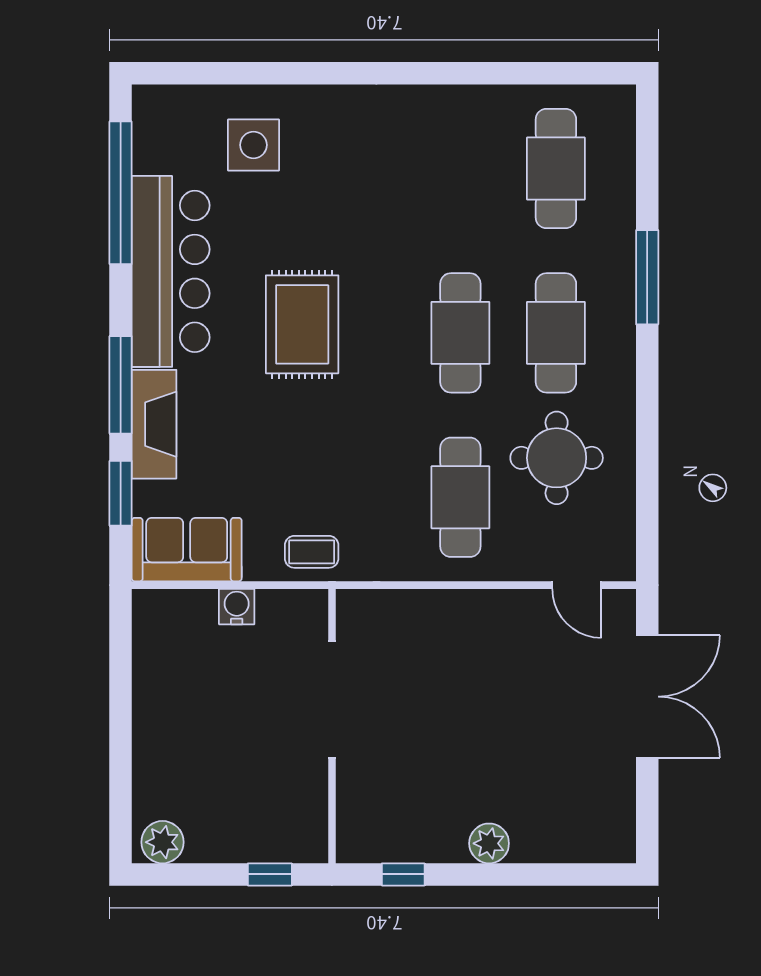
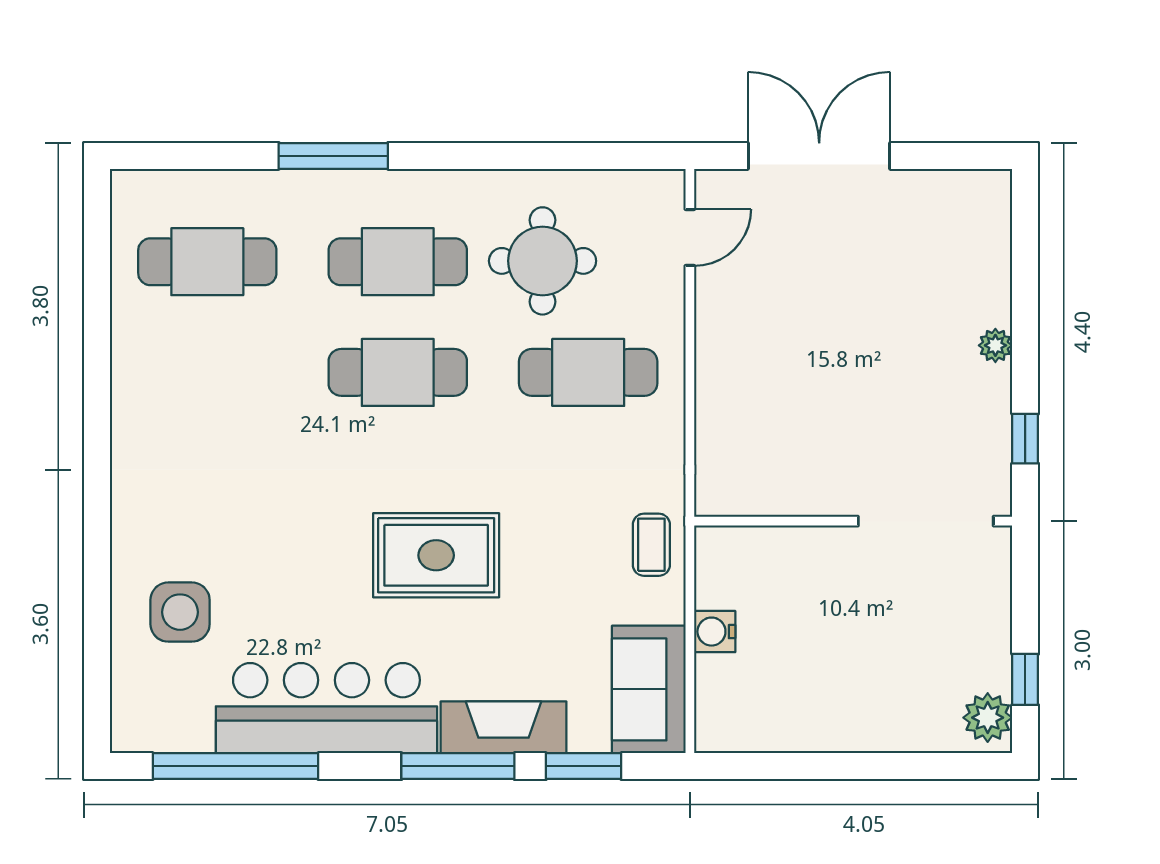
rug: (302, 324) -> (436, 555), moved
doorway: (332, 699) -> (926, 521), moved
plant: (489, 843) -> (995, 345), width x0.73, depth x0.73
window: (270, 874) -> (1025, 679), moved

